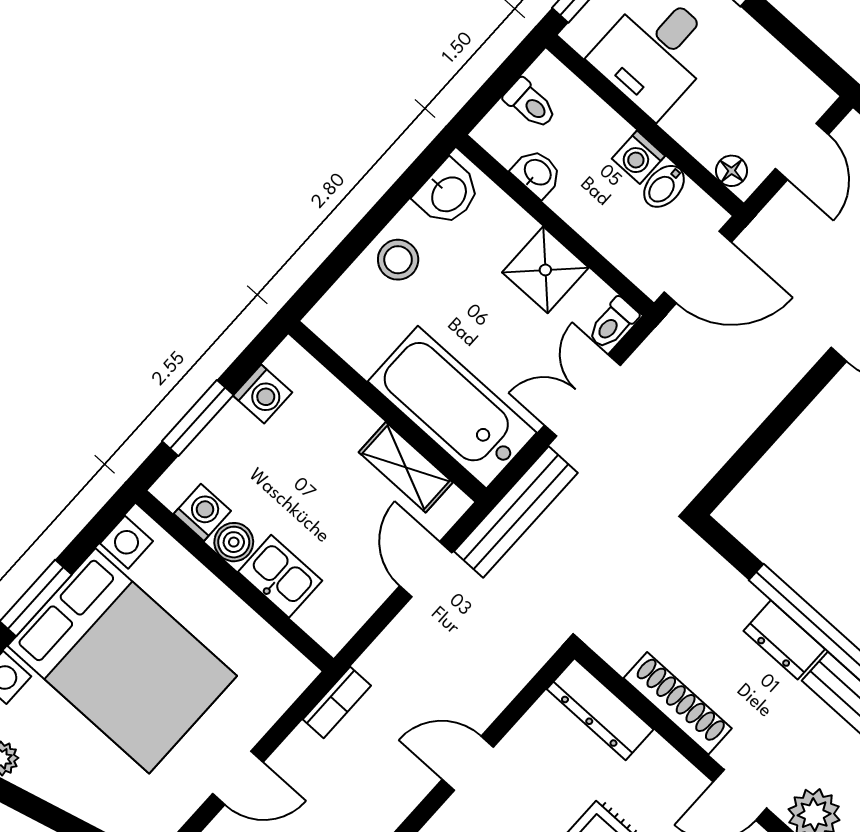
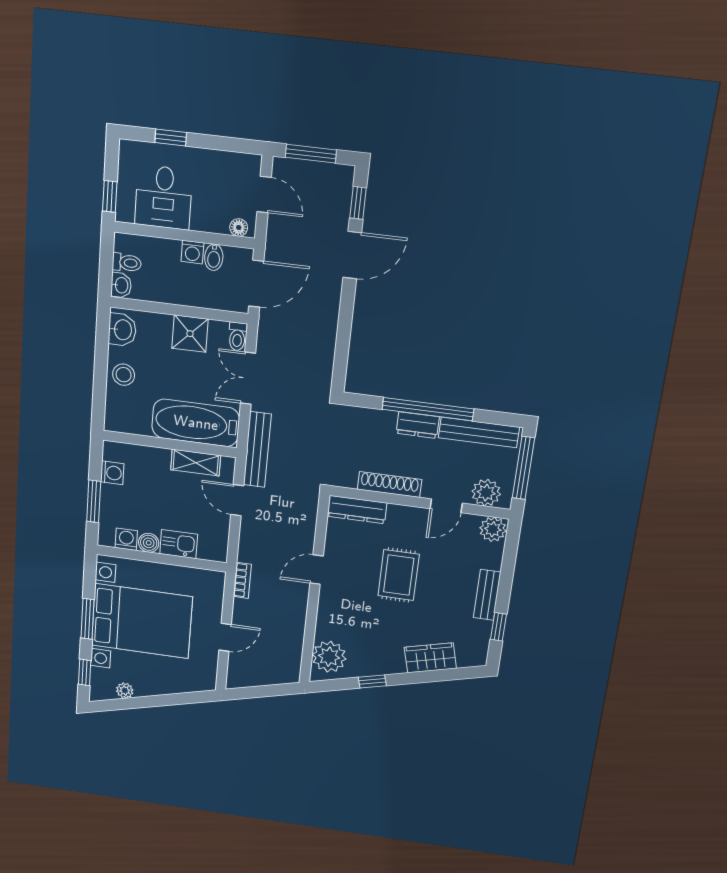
washbasin: (537, 173) -> (121, 285), moved, turned 90

